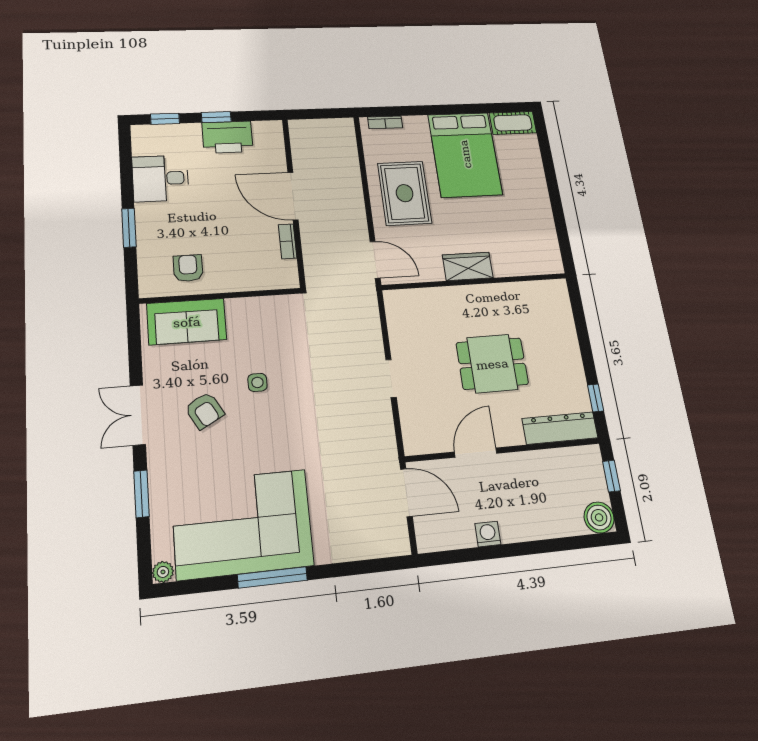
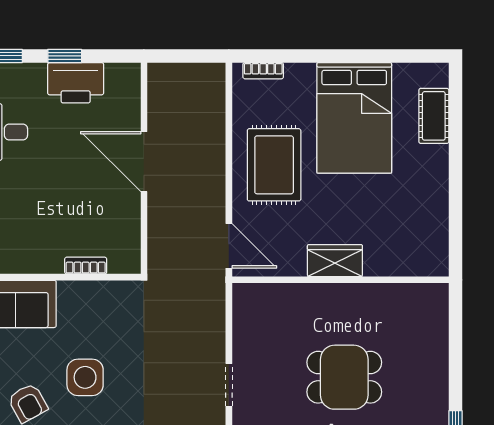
cot: (513, 123) -> (434, 116), moved, turned 90
bookcase: (288, 241) -> (86, 266), moved, turned 90
armchair: (188, 268) -> (21, 243), removed
side table: (257, 382) -> (85, 377), width x1.87, depth x1.87

